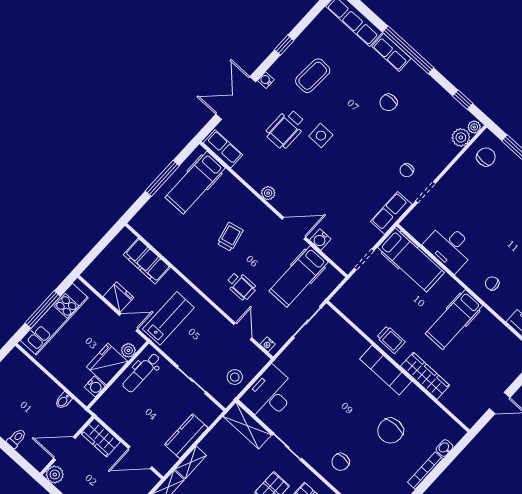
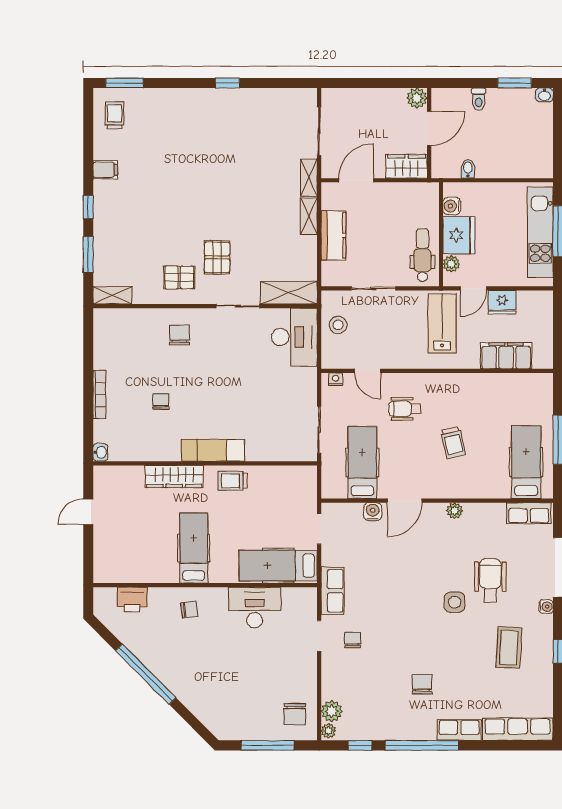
window: (408, 50) -> (422, 745), moved
lab bench: (168, 318) -> (442, 323), turned 180
chair: (390, 431) -> (161, 402), width x0.54, depth x0.54
washbasin: (444, 448) -> (100, 452), moved

